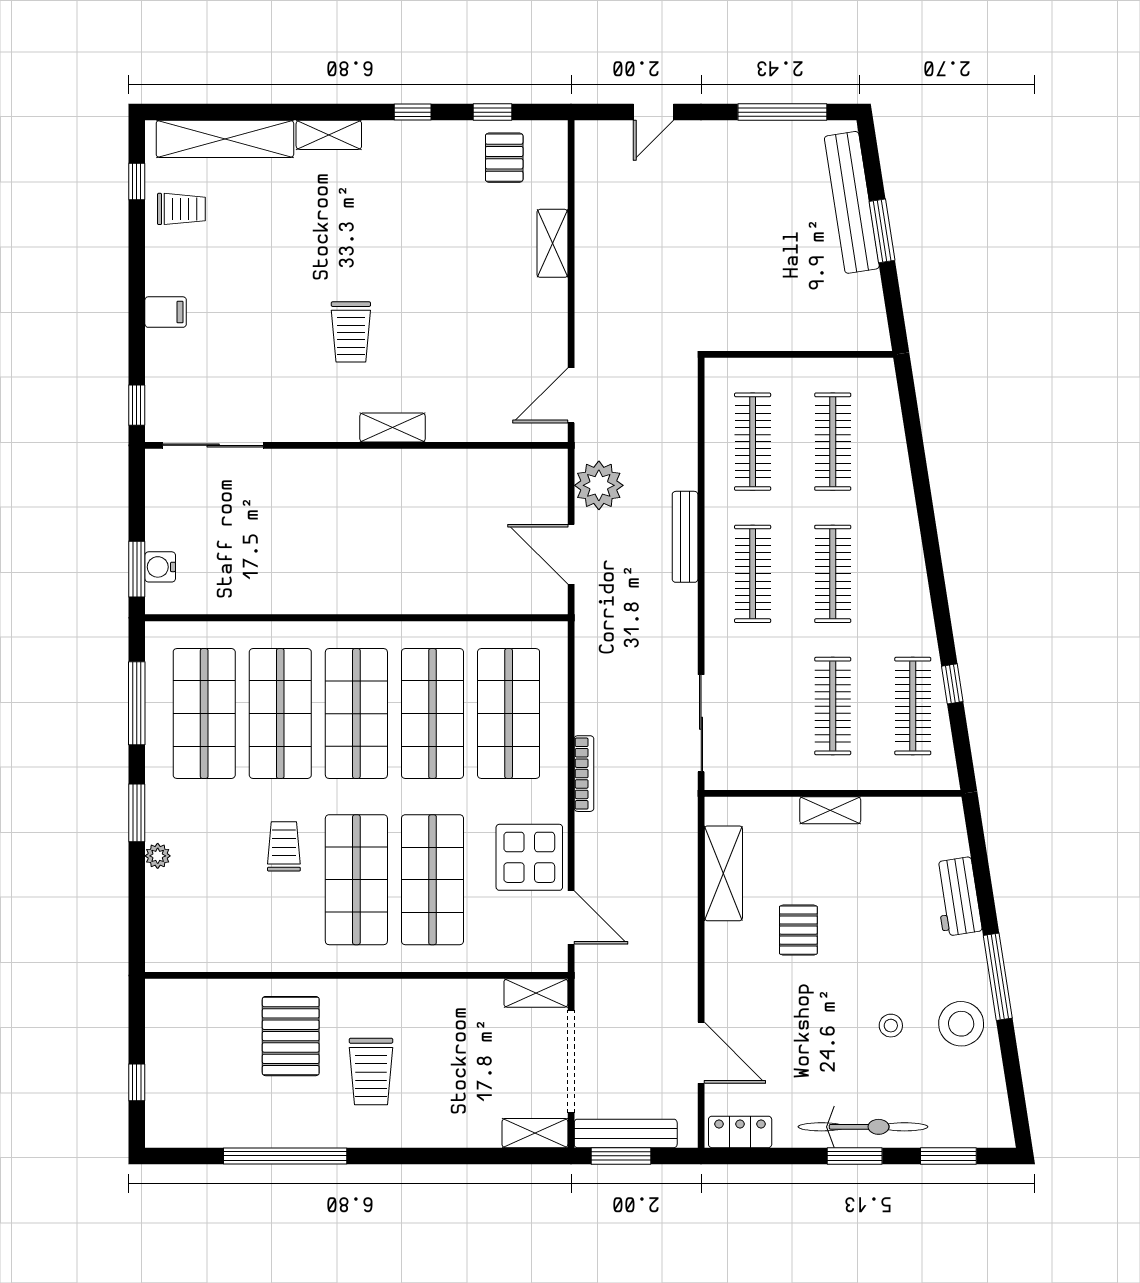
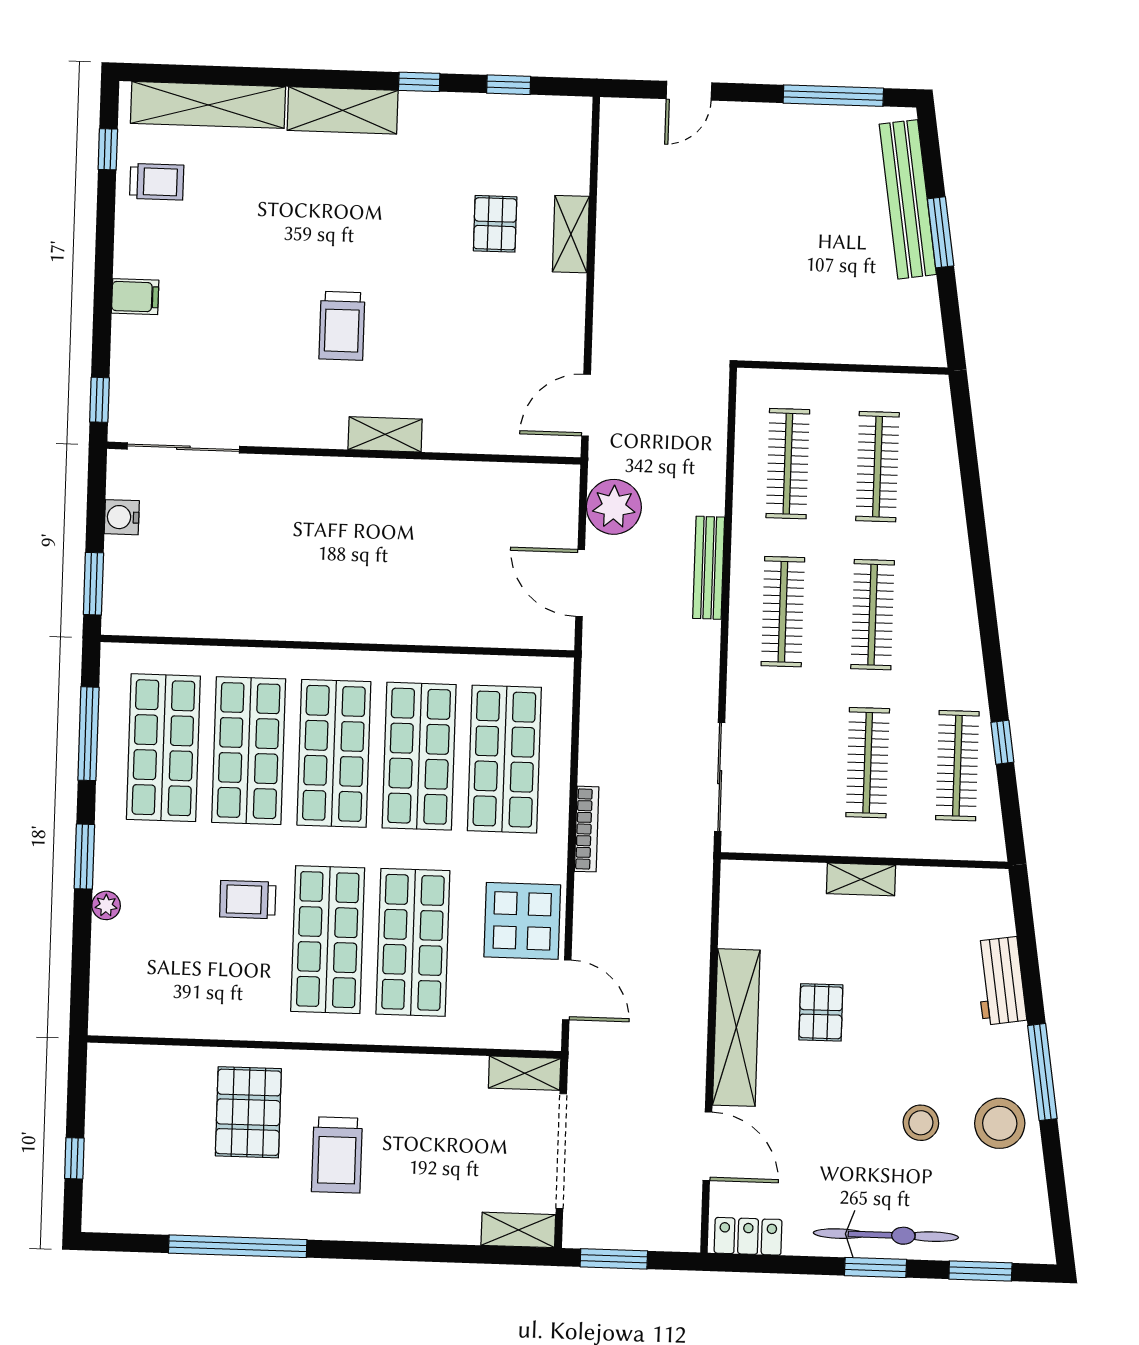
shelving: (329, 135) -> (343, 110), width x1.50, depth x1.33
pallet: (504, 158) -> (495, 224), moved
water cooler: (160, 567) -> (122, 517), moved
trolley: (284, 846) -> (248, 900), turned -90
shelving: (723, 873) -> (736, 1028), moved, width x1.47
stool: (891, 1026) -> (921, 1123), width x1.37, depth x1.37
bench: (626, 1133) -> (620, 1234), removed

